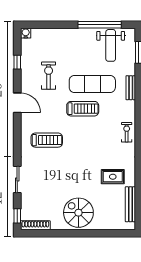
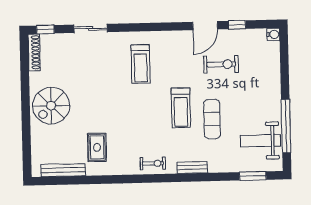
exercise mat: (92, 84) -> (212, 119), width x0.73, depth x0.69
bench: (131, 88) -> (192, 167), moved
door: (17, 103) -> (205, 26), moved
spiral stairs: (78, 213) -> (51, 106), turned 180

